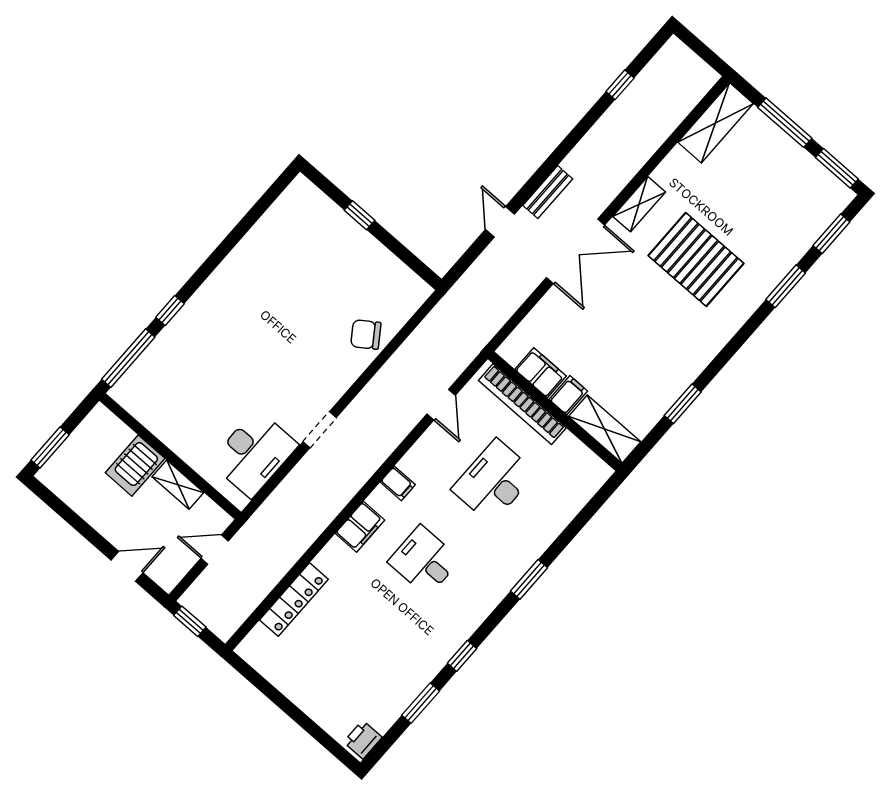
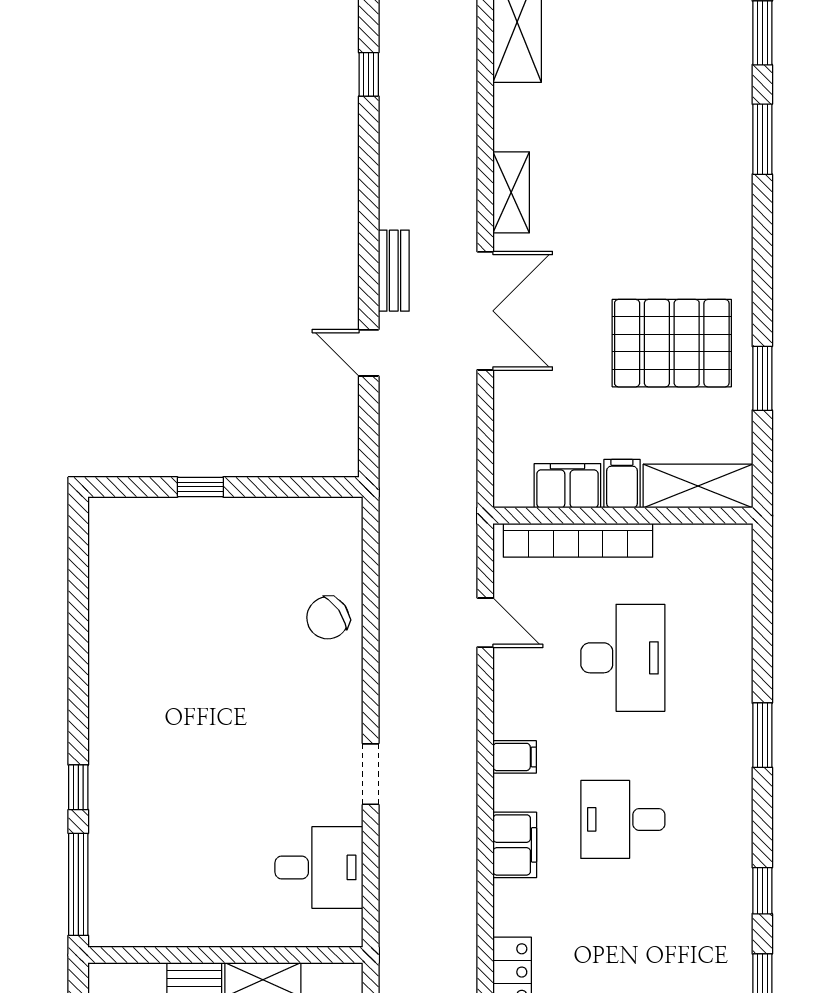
pallet: (696, 259) -> (672, 343), moved
desk: (254, 454) -> (319, 867), width x0.73
desk: (494, 481) -> (623, 658), turned 180

